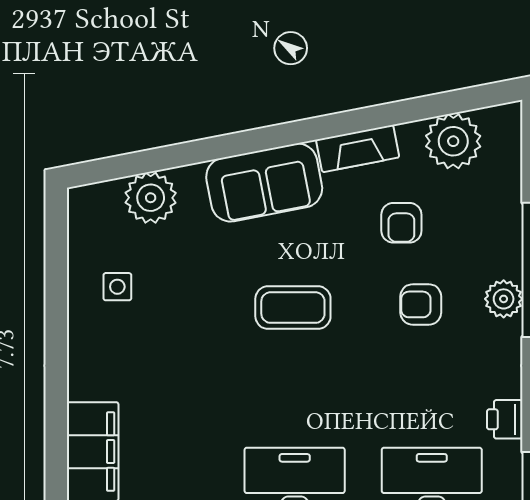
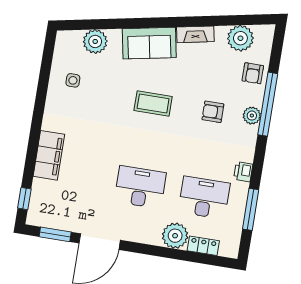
armchair: (401, 223) -> (253, 73), moved

